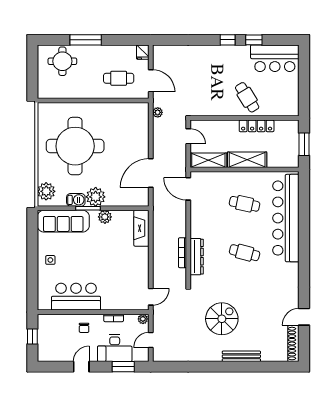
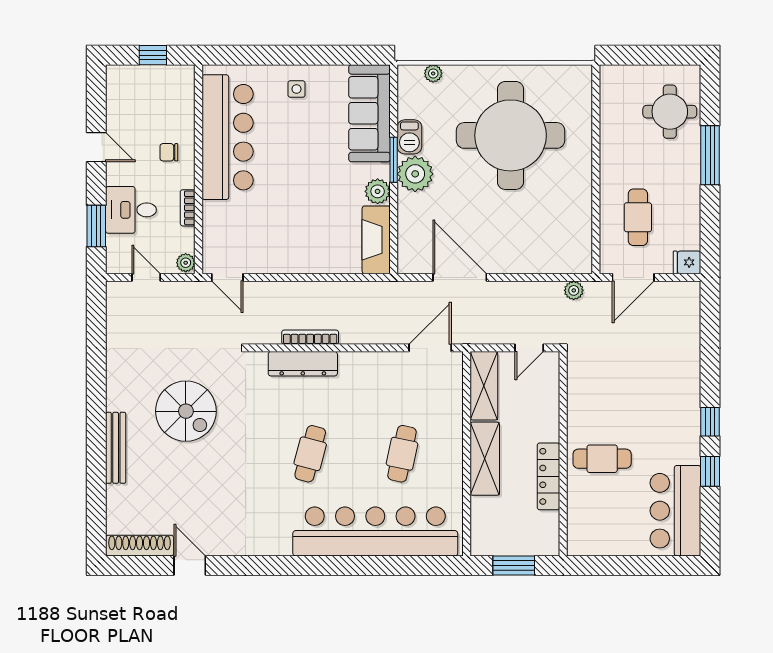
cafe table: (247, 97) -> (602, 459), turned 32
plant: (46, 191) -> (433, 73), width x0.53, depth x0.53
fireplace: (141, 228) -> (376, 240), moved, turned -90
bar counter: (76, 297) -> (228, 137), width x1.36
desk: (115, 348) -> (131, 210), width x0.73

